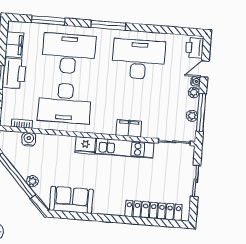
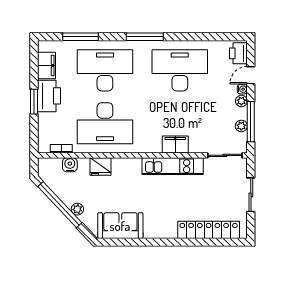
fridge: (85, 145) -> (100, 167), moved

